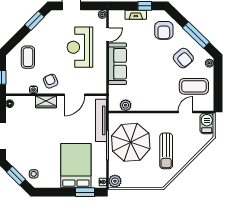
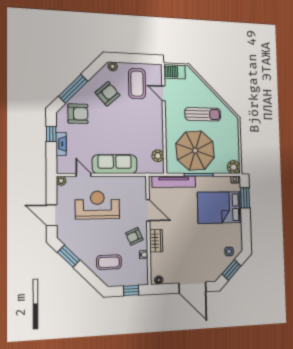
window: (196, 35) -> (73, 89), moved
reception desk: (80, 47) -> (97, 205), turned 180

